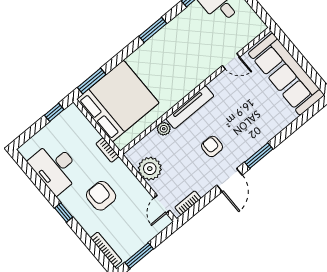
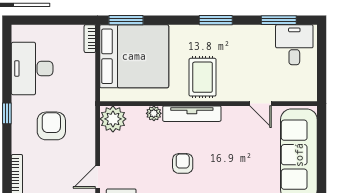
rug: (176, 76) -> (203, 77), added
window: (54, 112) -> (71, 20), removed
bookcase: (107, 150) -> (90, 39), moved
plant: (150, 169) -> (113, 119), moved

